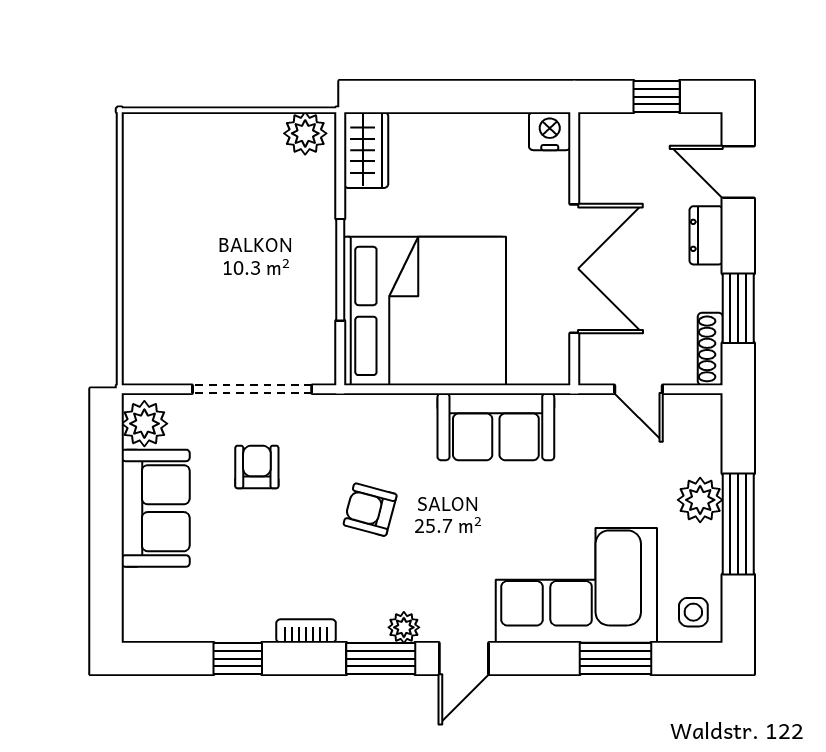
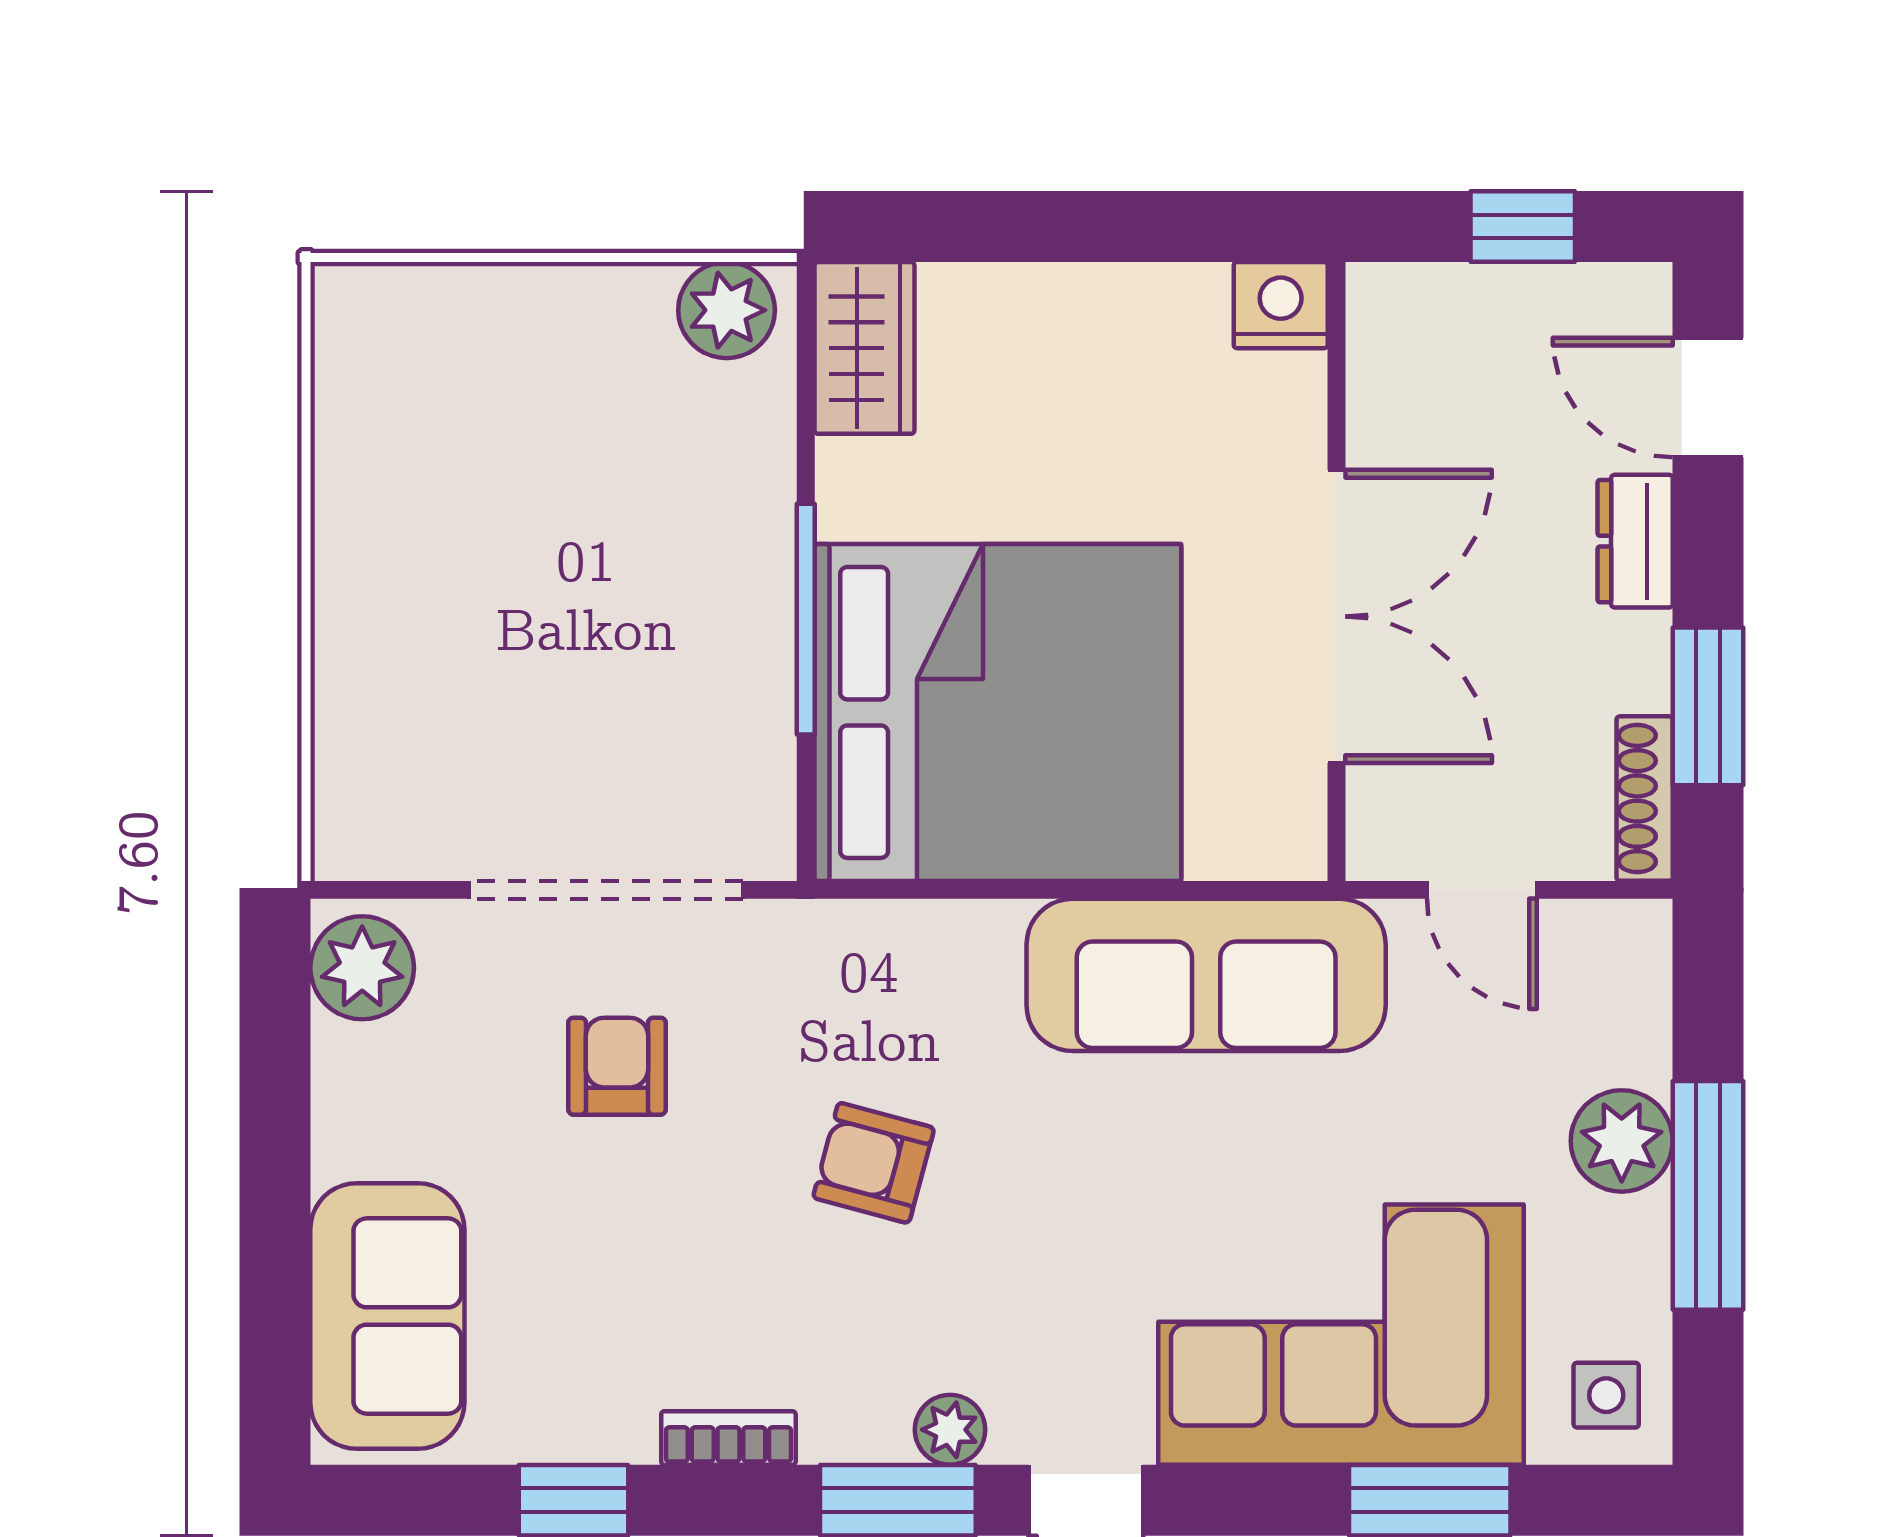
sofa: (496, 427) -> (1206, 975), width x1.36
sofa: (156, 508) -> (387, 1316), moved

